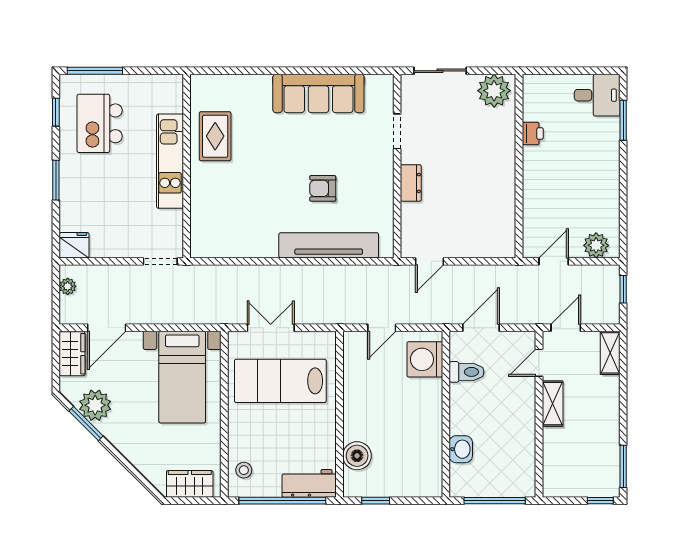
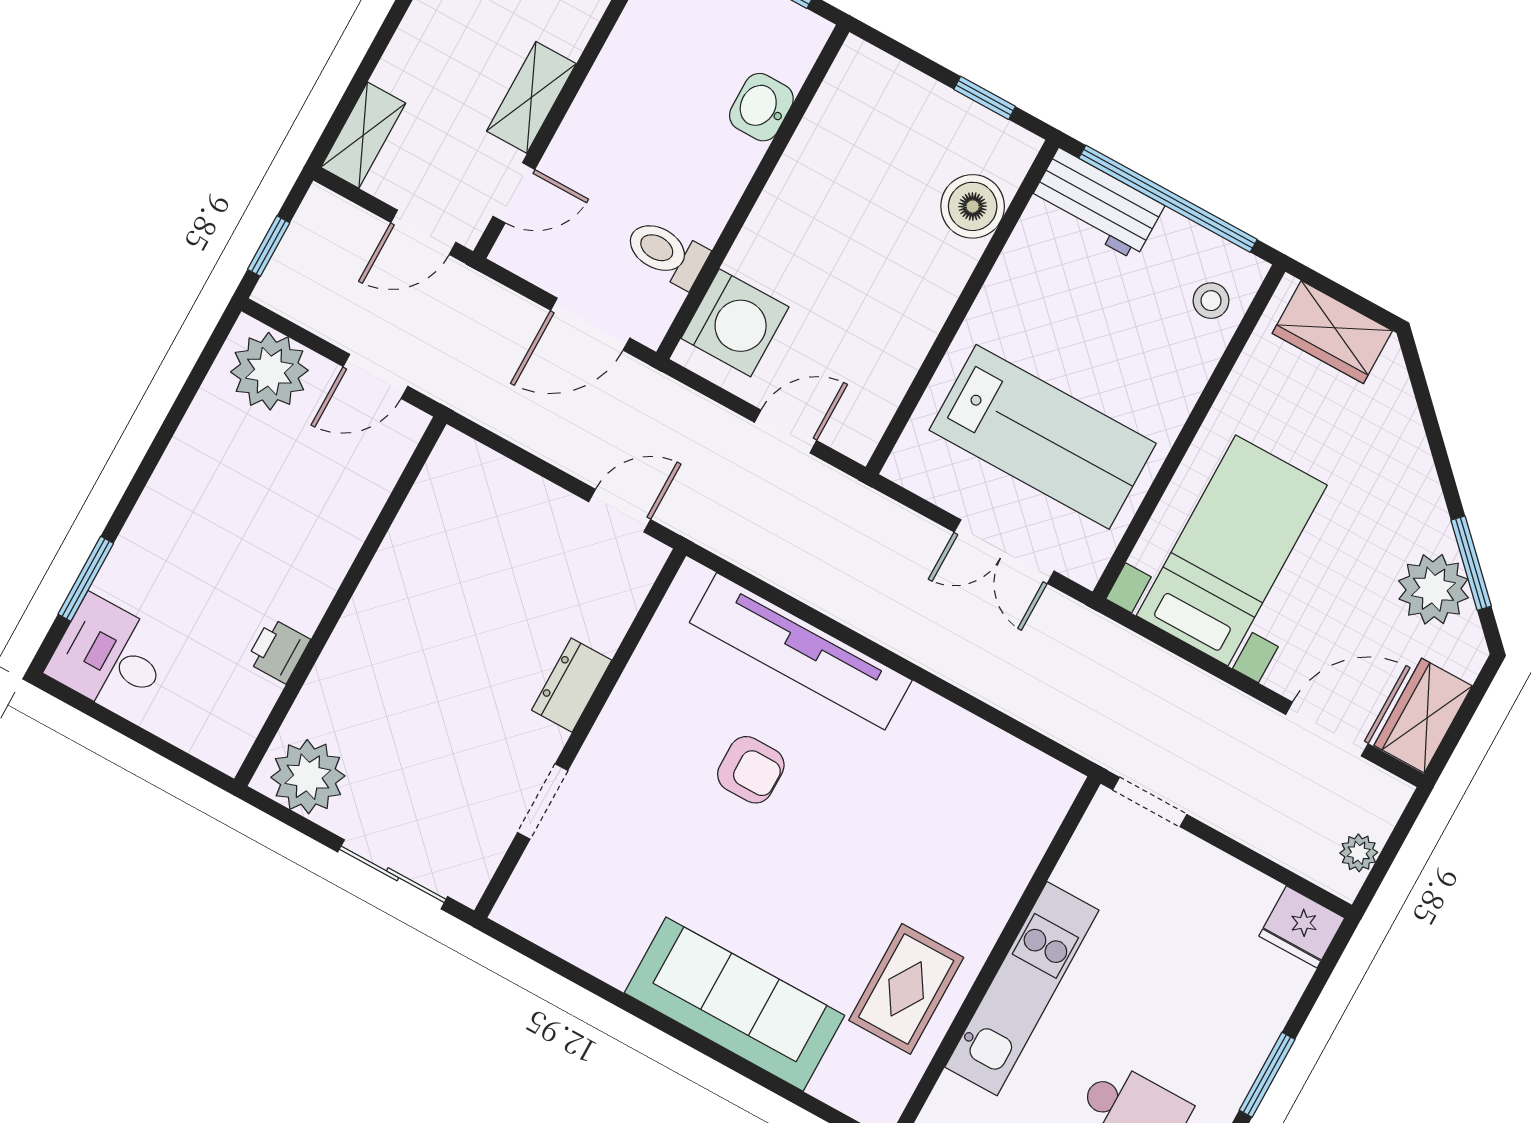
sofa: (318, 93) -> (734, 1004), moved
plant: (596, 245) -> (269, 371), width x1.36, depth x1.36

